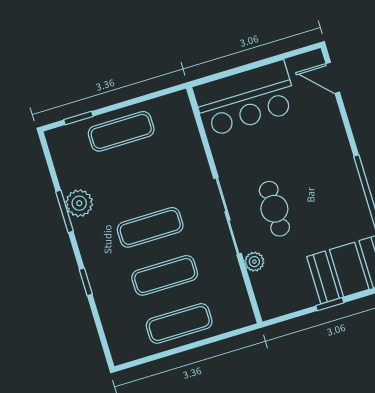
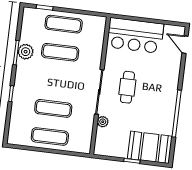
cafe table: (274, 209) -> (127, 87), moved
exercise mat: (150, 227) -> (60, 52), moved

